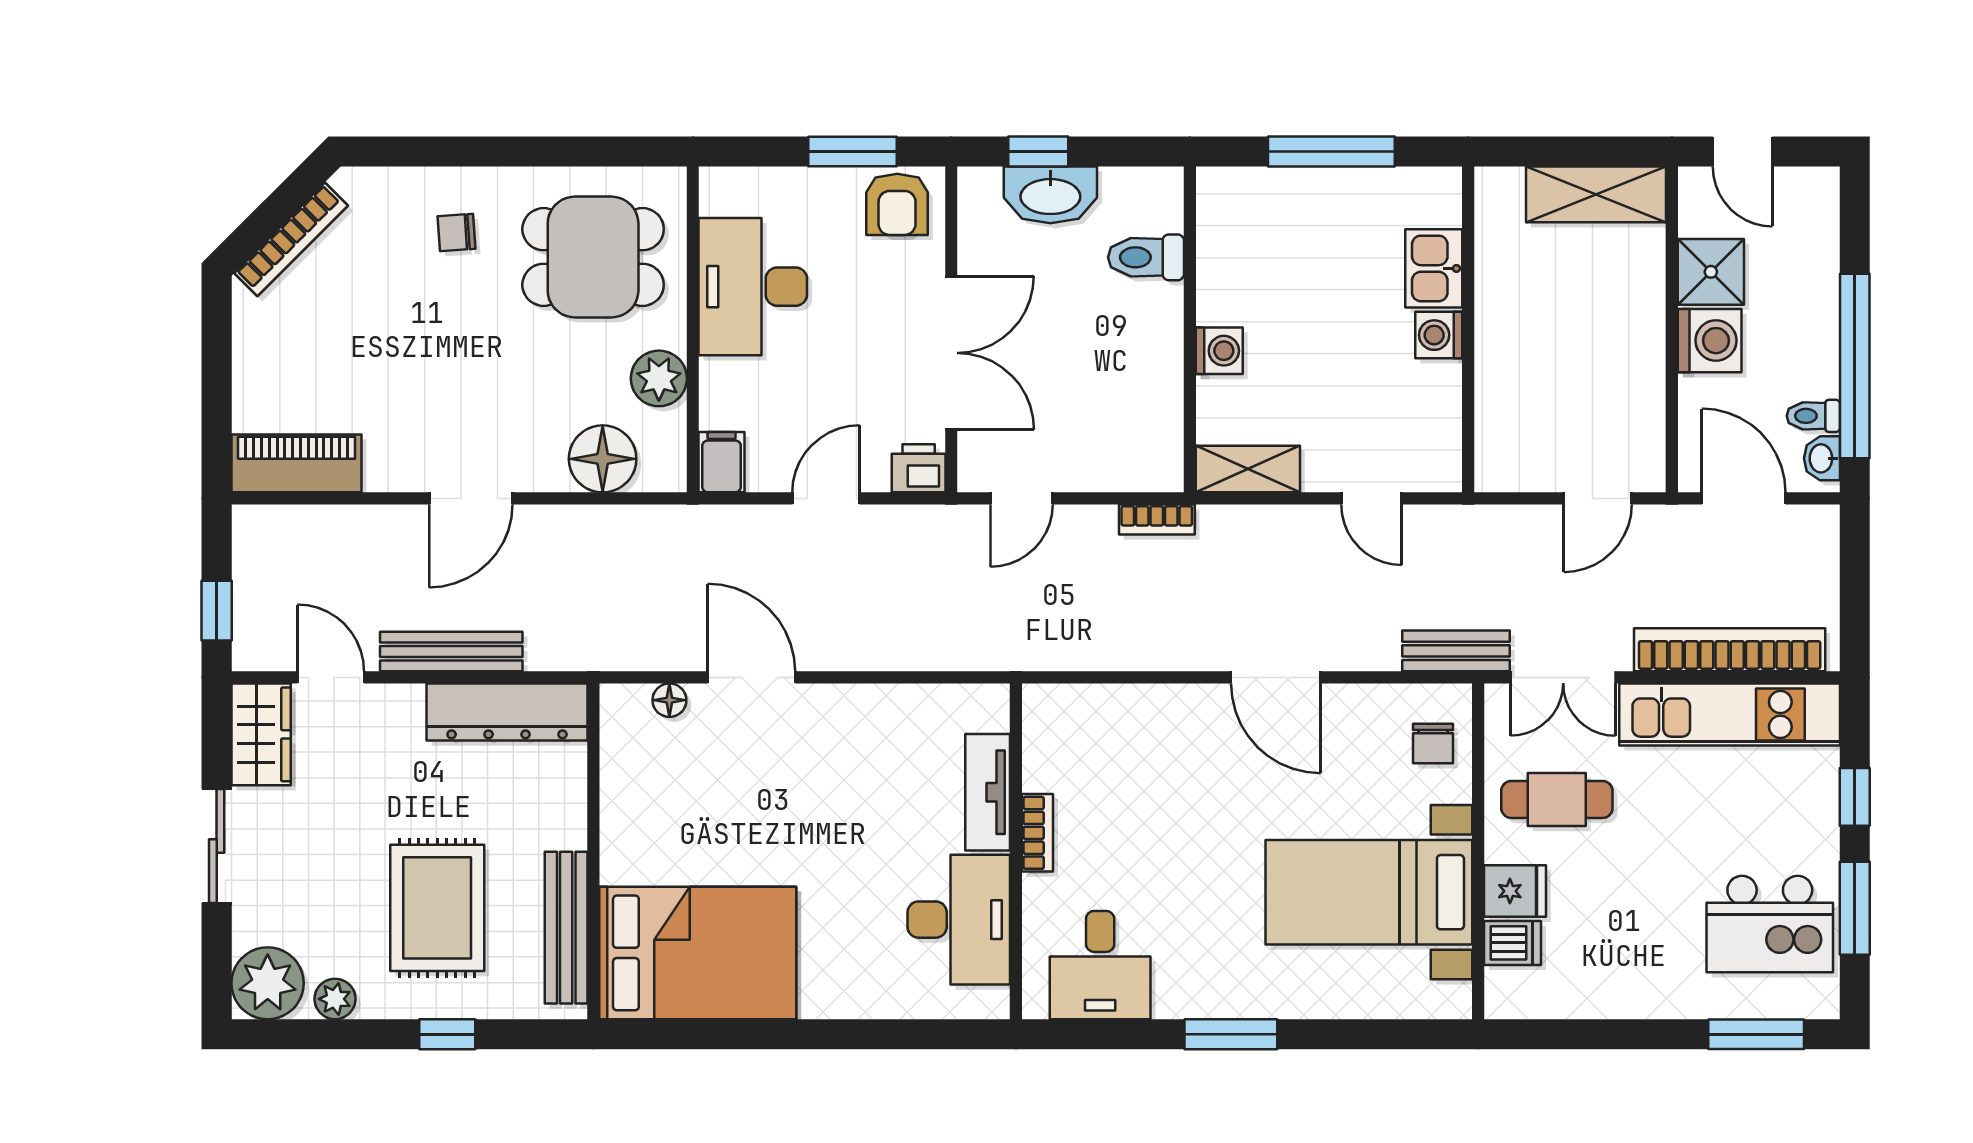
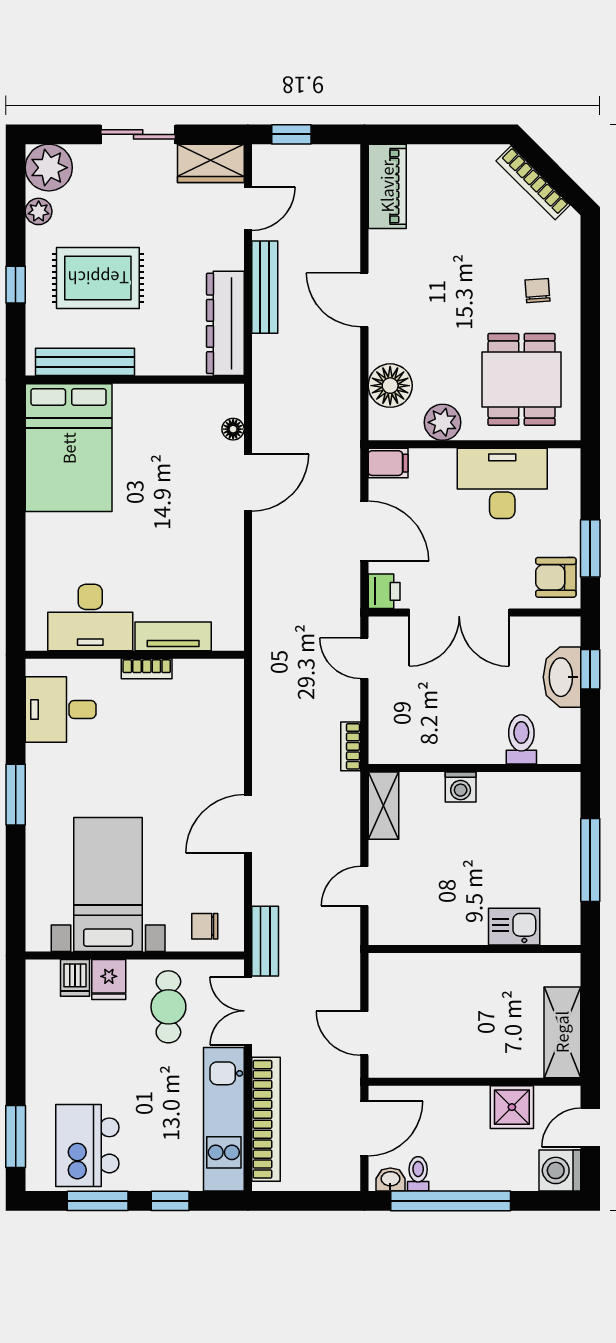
washing machine: (1439, 335) -> (471, 930), removed
washing machine: (1710, 341) -> (560, 1170), moved, turned 90
door: (826, 498) -> (364, 531), width x1.38

